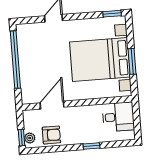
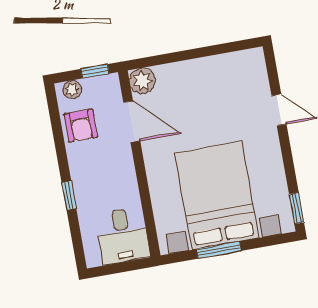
window: (15, 60) -> (203, 52), removed
plant: (29, 96) -> (142, 81), added
window: (22, 138) -> (95, 71), moved

